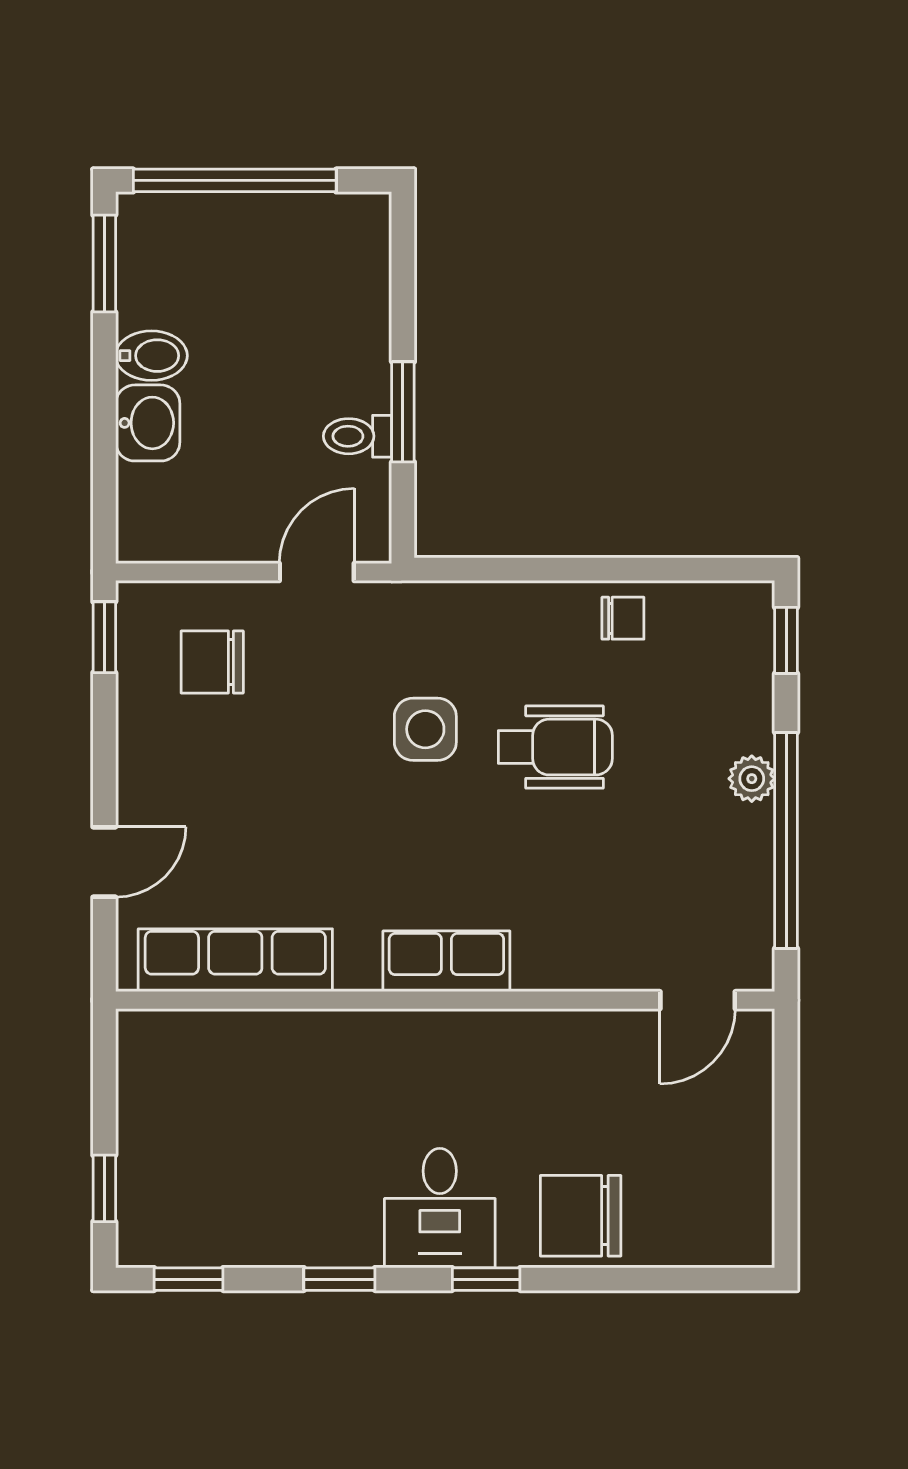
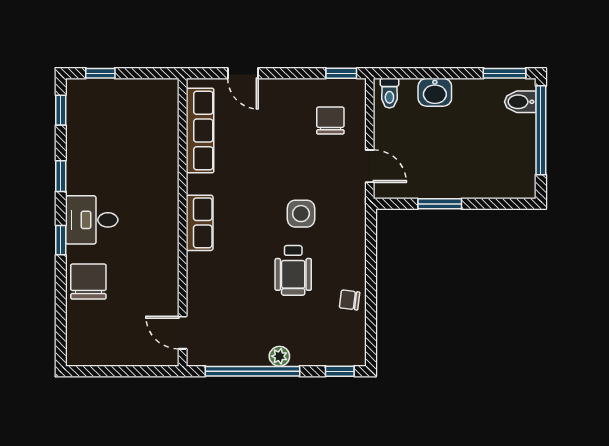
bidet: (151, 356) -> (520, 102), moved, turned 90
toilet: (358, 436) -> (389, 93), moved, turned 180
chair: (623, 618) -> (350, 300), turned 97

